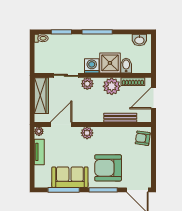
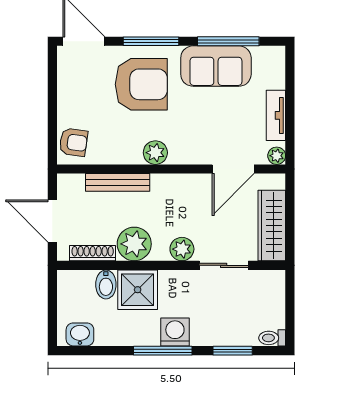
washing machine: (92, 66) -> (175, 332), moved, turned 180
door: (153, 98) -> (52, 221), swing flipped
plant: (87, 133) -> (155, 153), moved

